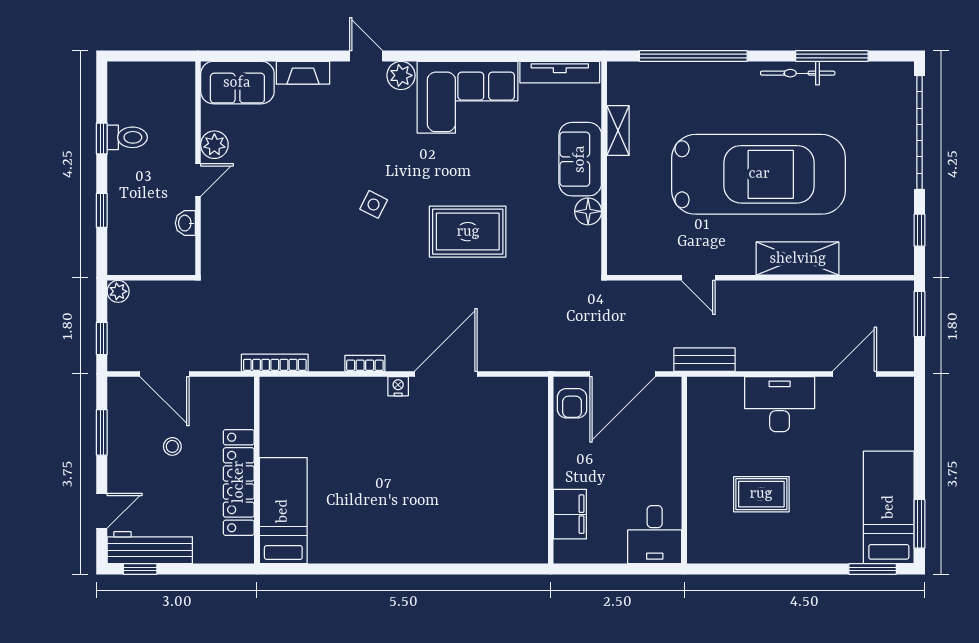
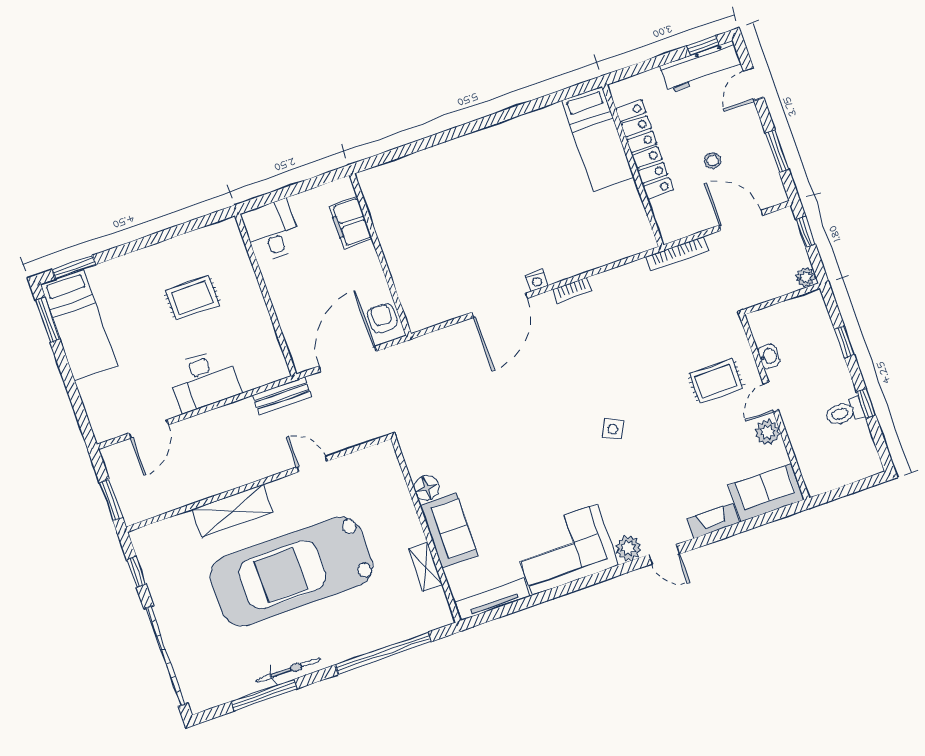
rug: (468, 232) -> (716, 381), moved, width x0.73, depth x0.70
bookcase: (275, 363) -> (677, 254), moved

